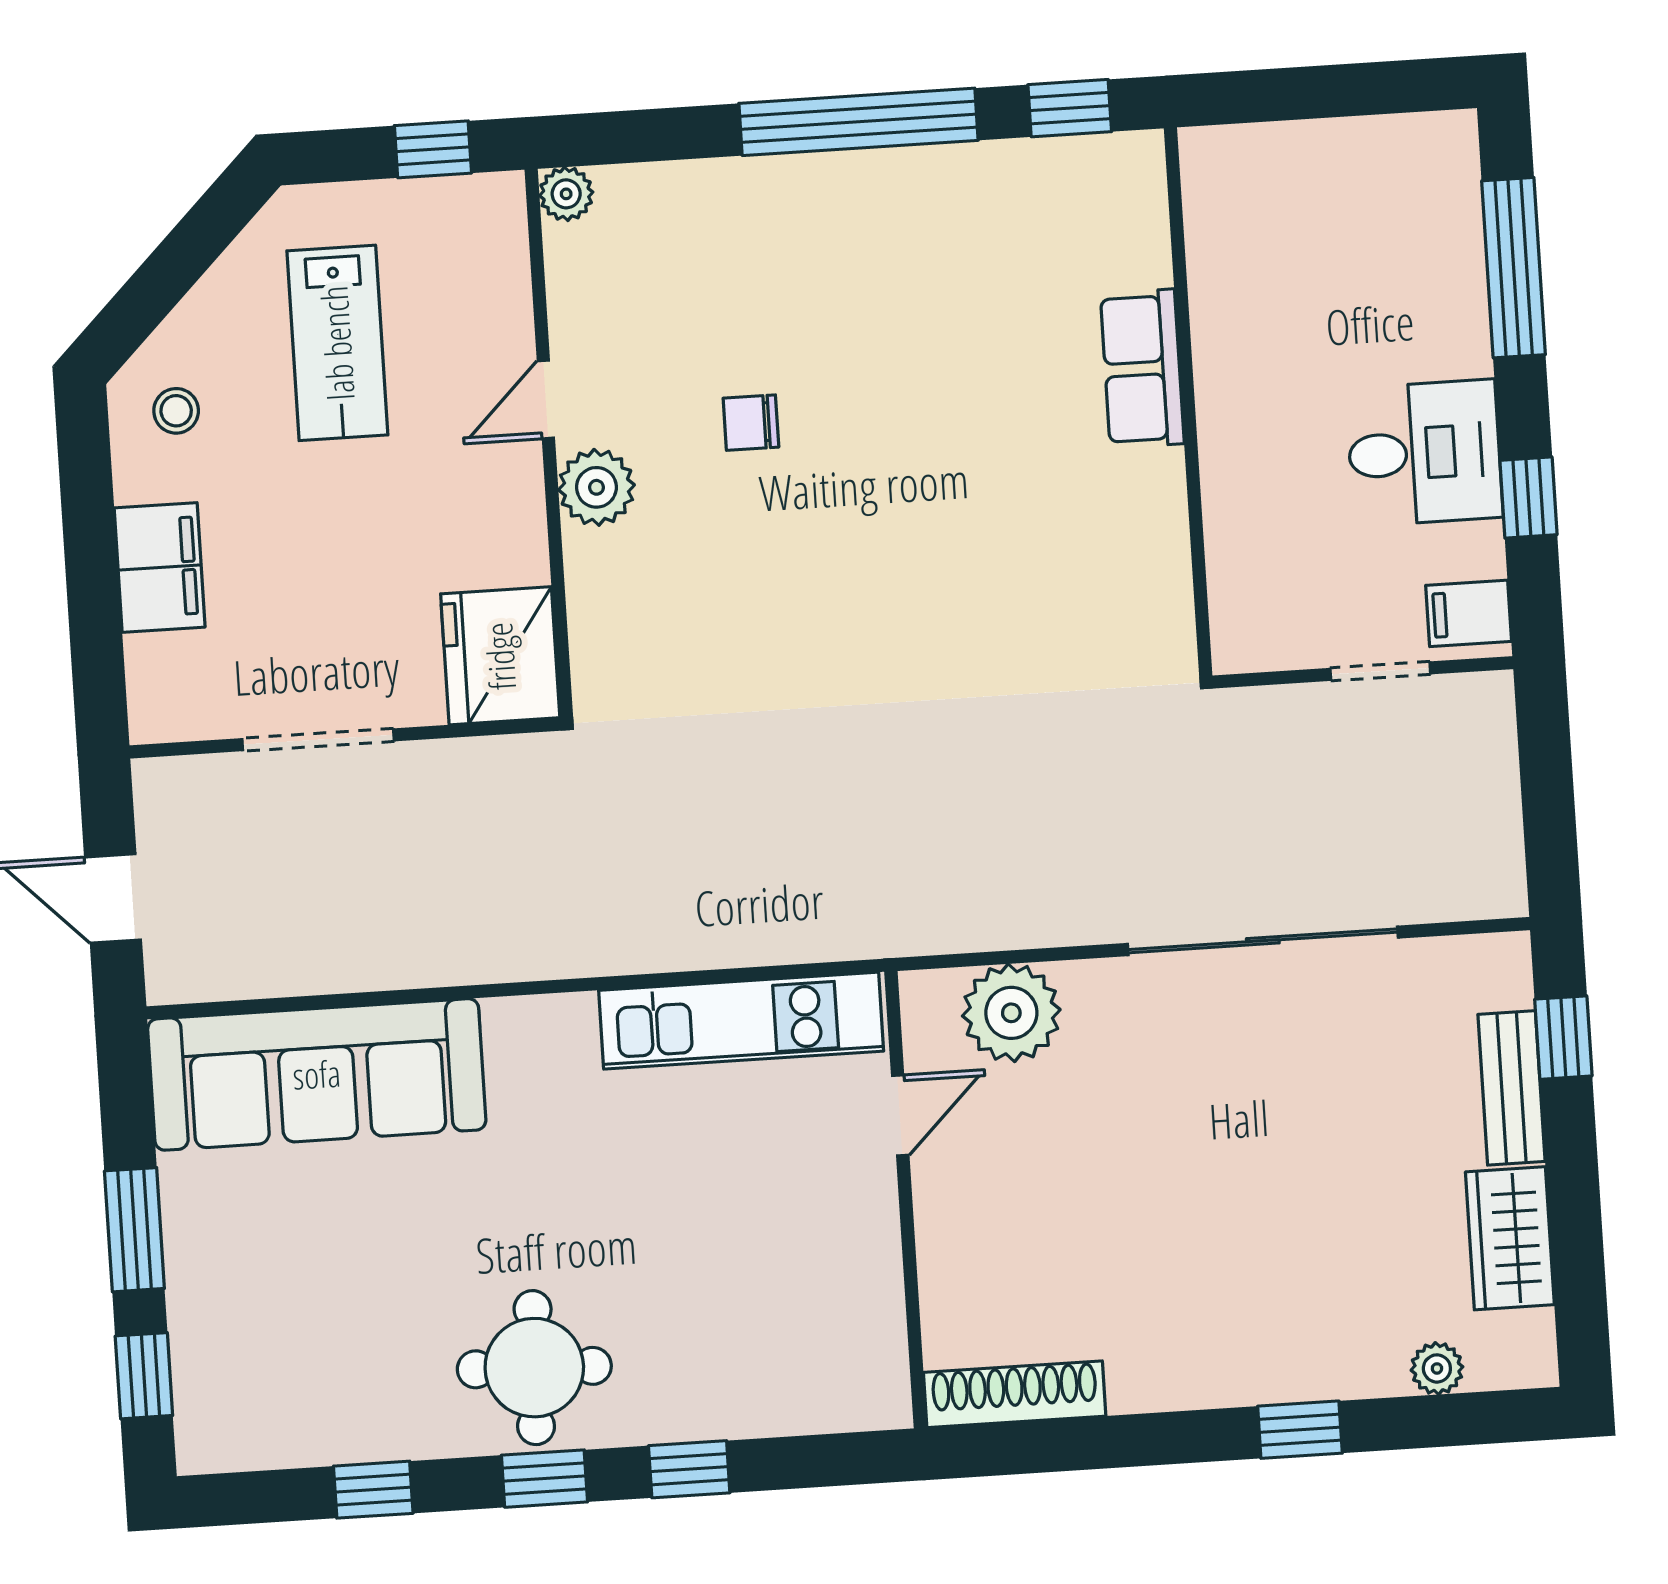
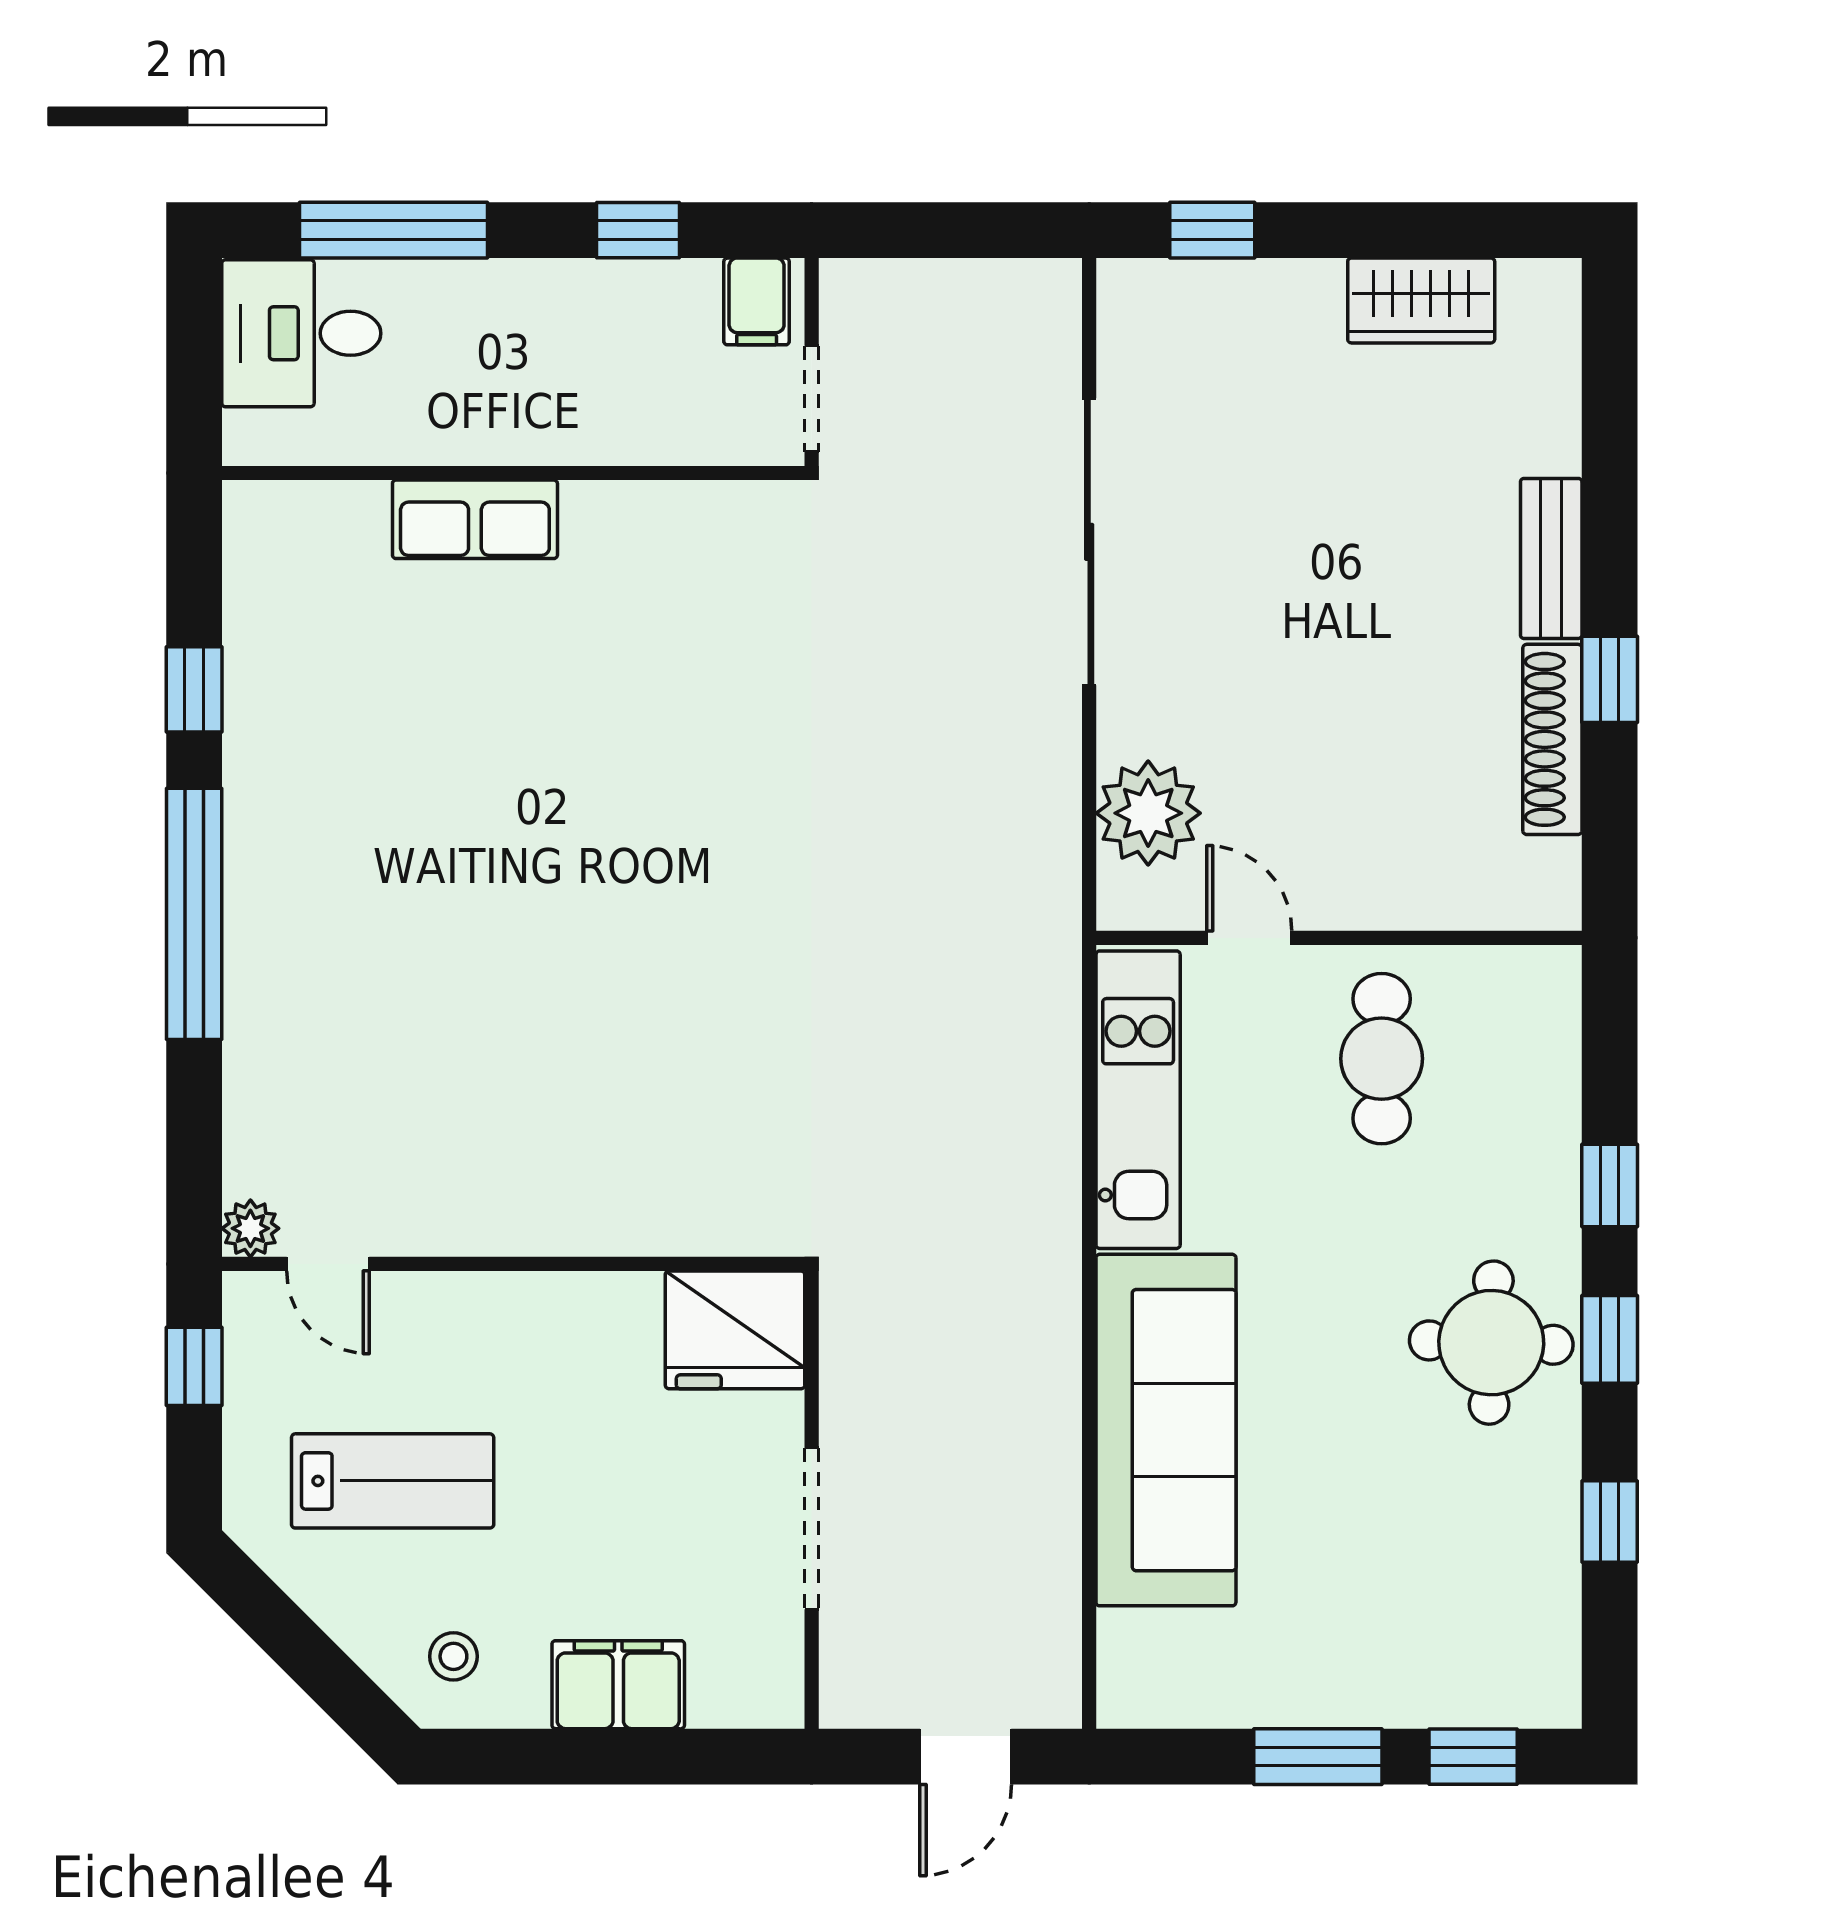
row of seats: (1142, 369) -> (475, 519), moved
door: (546, 399) -> (328, 1264), moved
wall: (1188, 402) -> (513, 473), moved
chair: (751, 423) -> (505, 1048), removed
desk: (1424, 453) -> (301, 333), moved, turned -90
plant: (596, 487) -> (563, 1216), removed
sofa: (317, 1074) -> (1166, 1430), moved
bench: (1511, 1088) -> (1551, 558), moved, turned 90
cafe table: (795, 1247) -> (1382, 1059), added
plant: (1437, 1368) -> (1554, 387), removed
shoe rack: (1015, 1394) -> (1552, 739), moved
window: (1300, 1430) -> (1610, 679), moved

